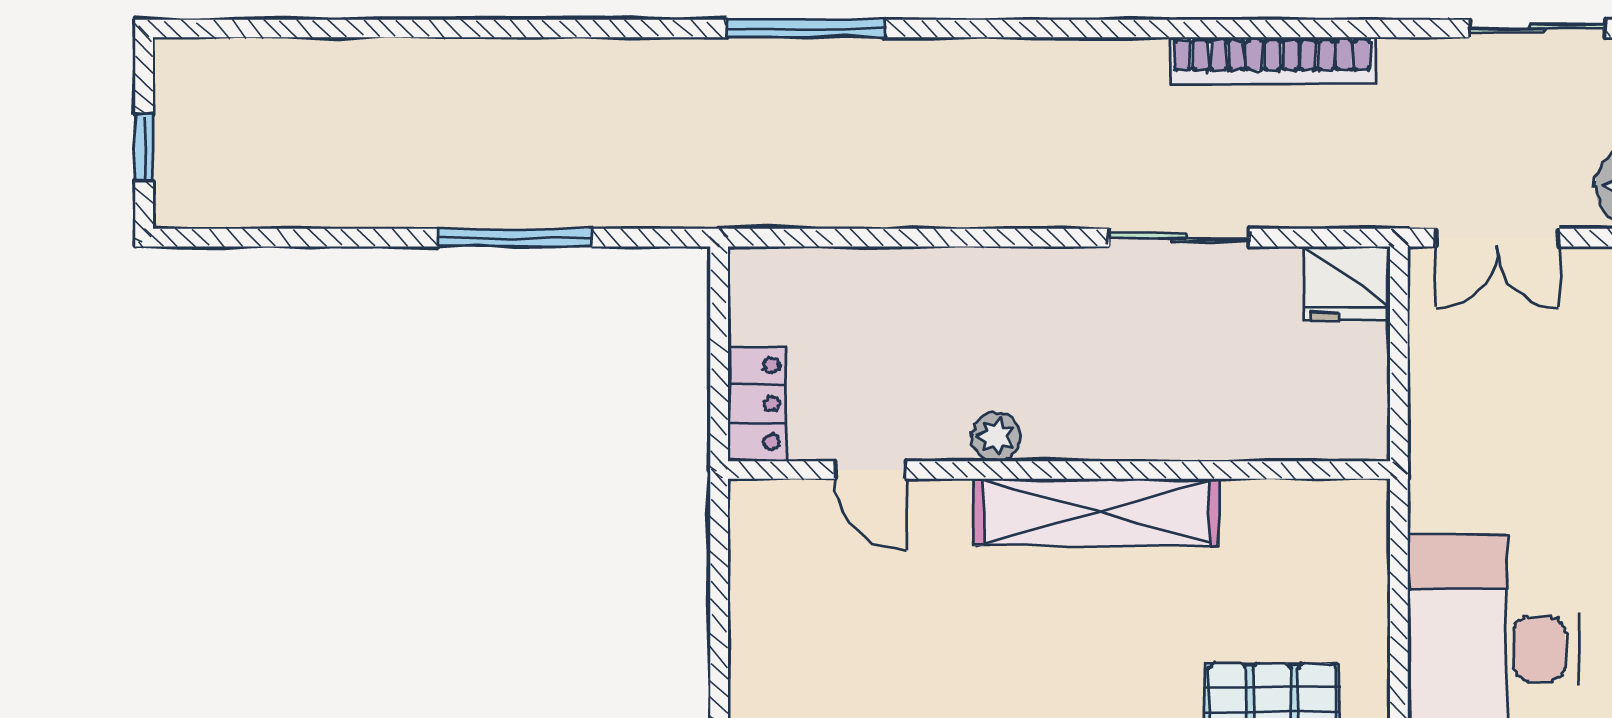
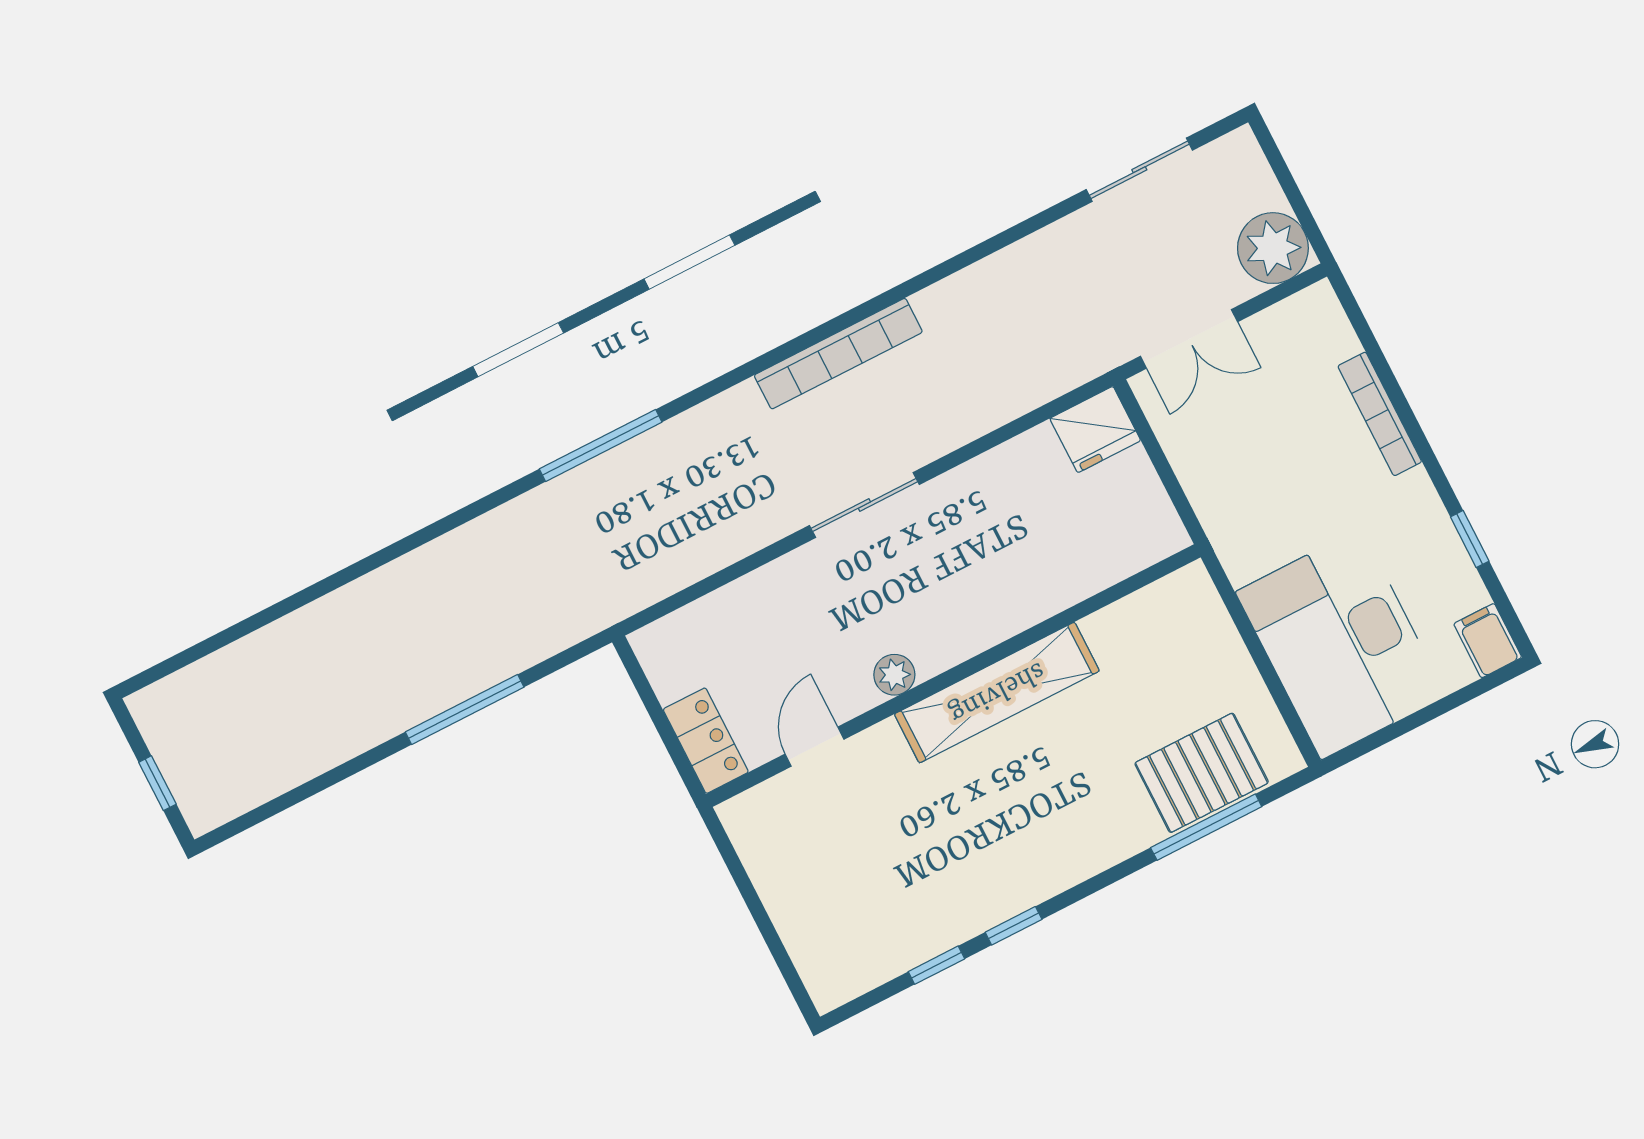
bookcase: (1272, 61) -> (838, 354), moved
sliding door: (1180, 238) -> (864, 505), moved
door: (871, 470) -> (815, 747), swing flipped

